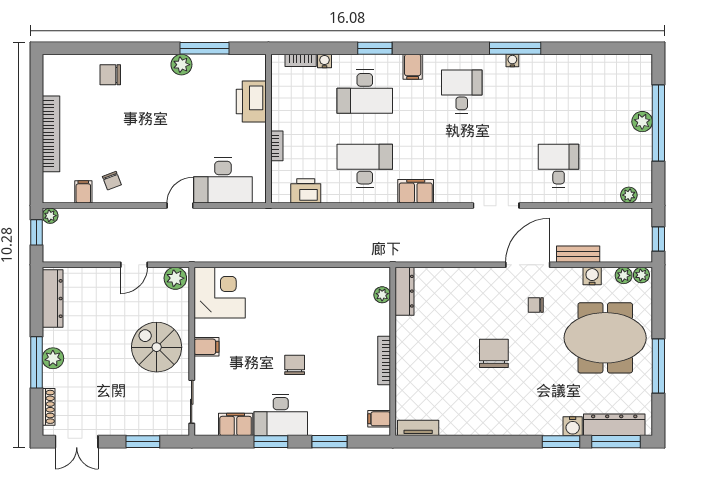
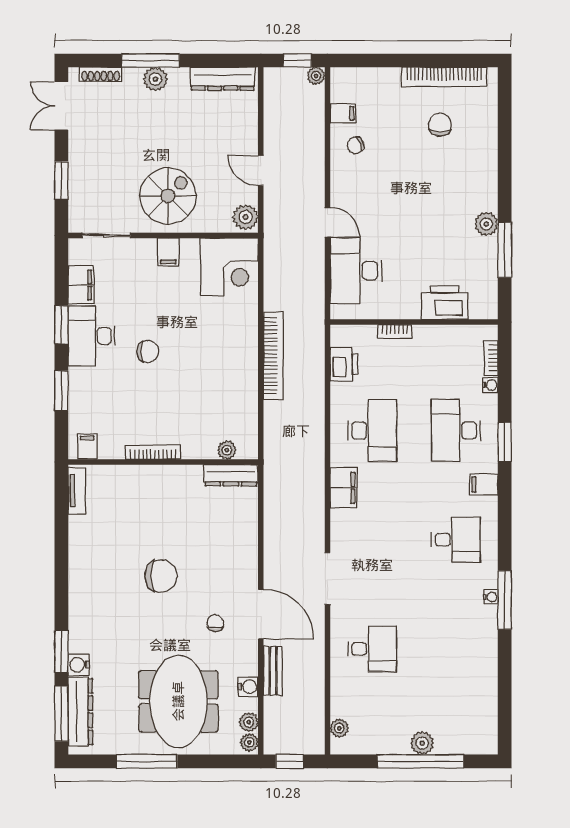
chair: (110, 75) -> (440, 125), moved
bookcase: (51, 134) -> (444, 77), moved
bookcase: (299, 254) -> (273, 356), added

